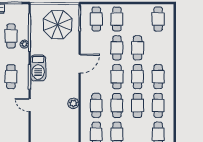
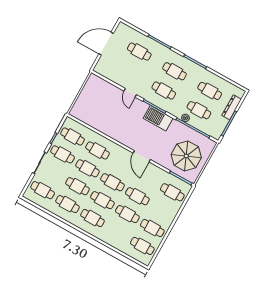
cafe table: (117, 19) -> (152, 228), moved
plant: (73, 103) -> (110, 132), removed
door: (30, 105) -> (130, 93), swing flipped

